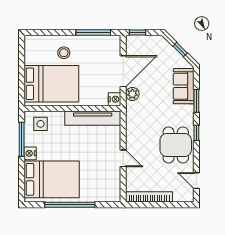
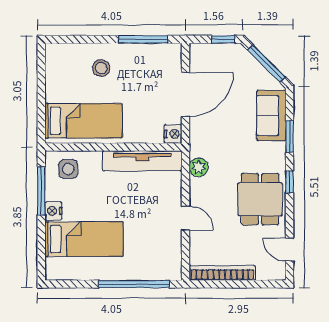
window: (138, 33) -> (223, 39), moved
window: (180, 50) -> (266, 64), width x2.17
bed: (51, 84) -> (84, 121), width x0.67
plant: (132, 94) -> (199, 167), moved
bed: (52, 179) -> (84, 239), width x0.67
window: (70, 205) -> (134, 284), moved

